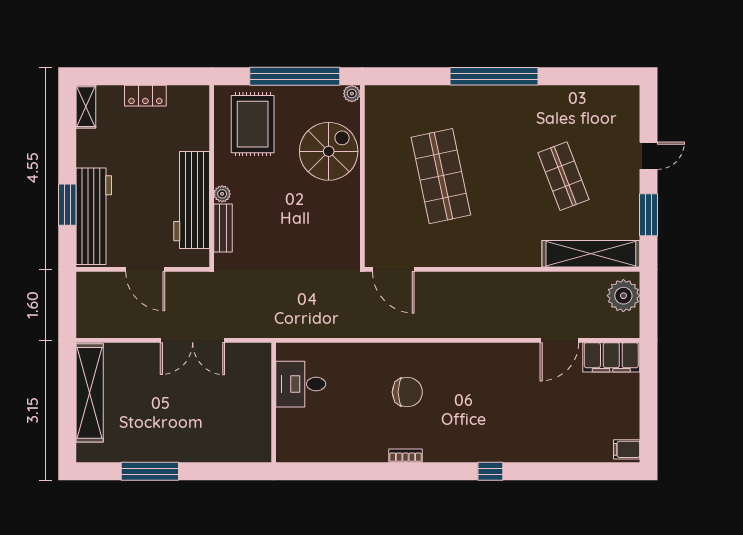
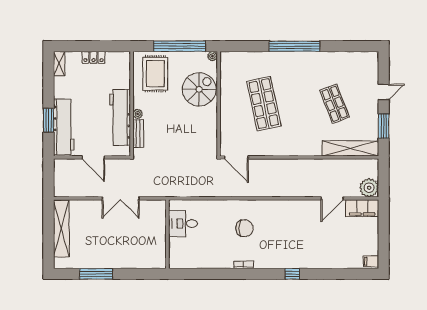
plant: (623, 296) -> (369, 188), moved

